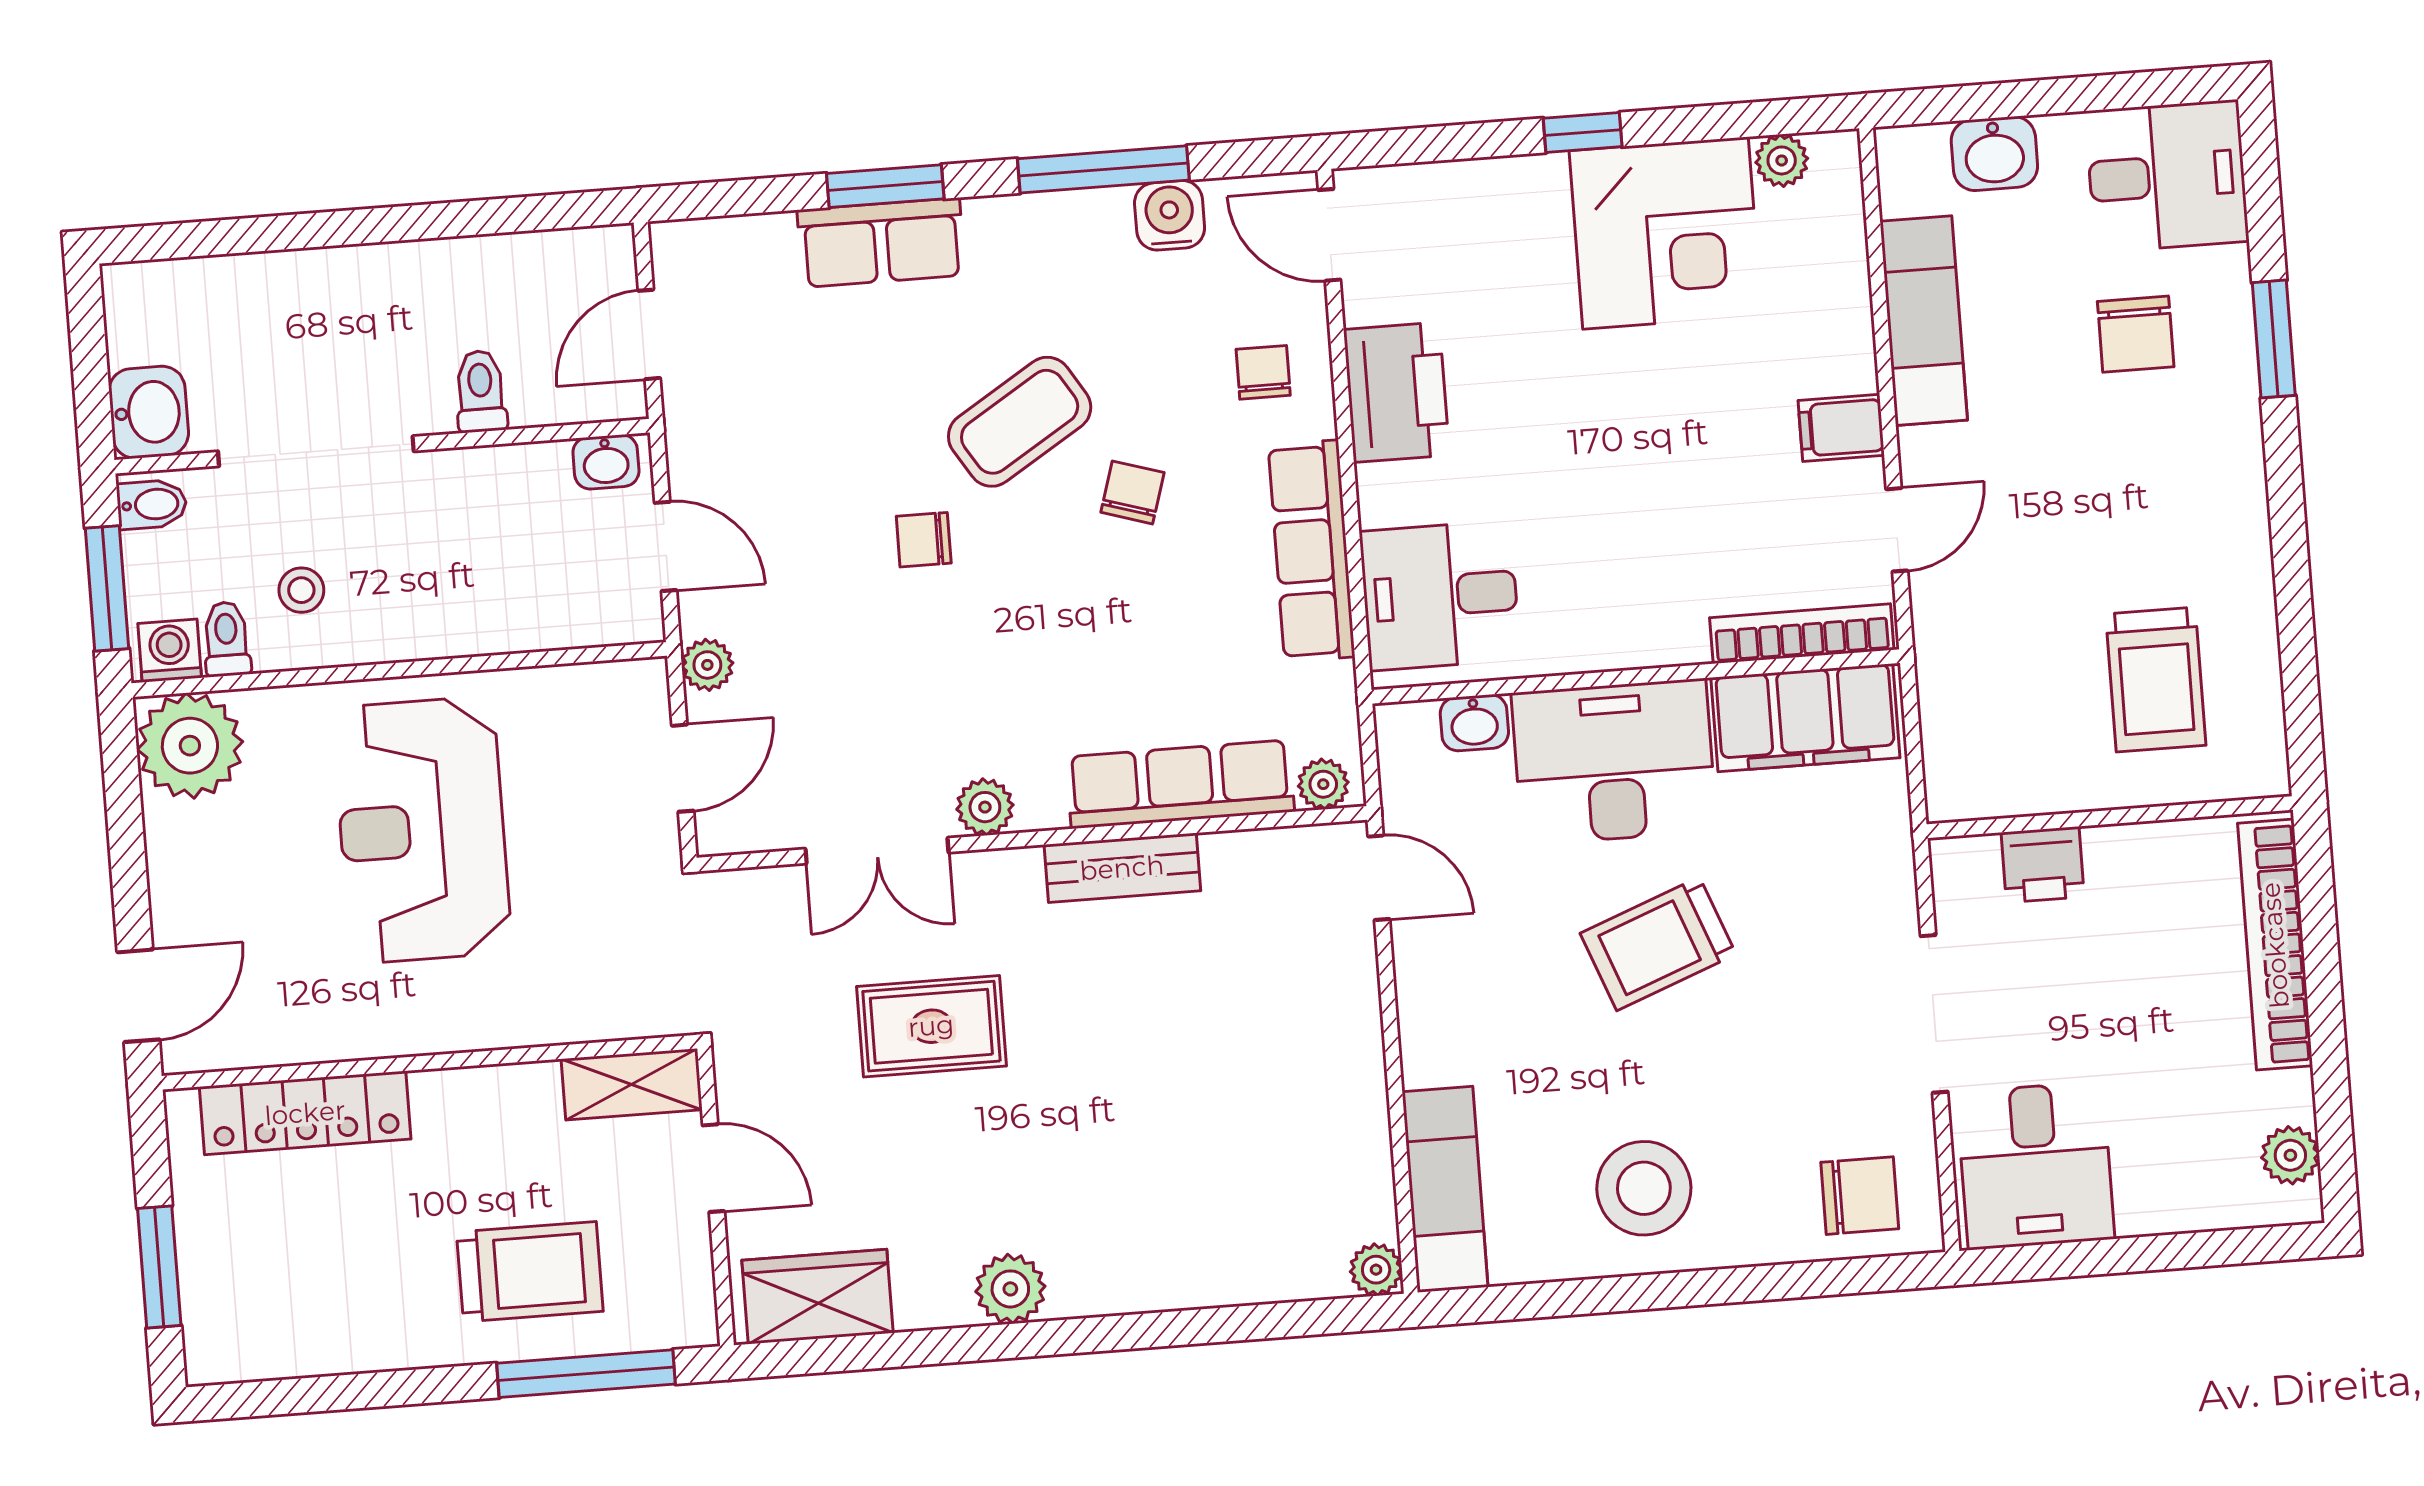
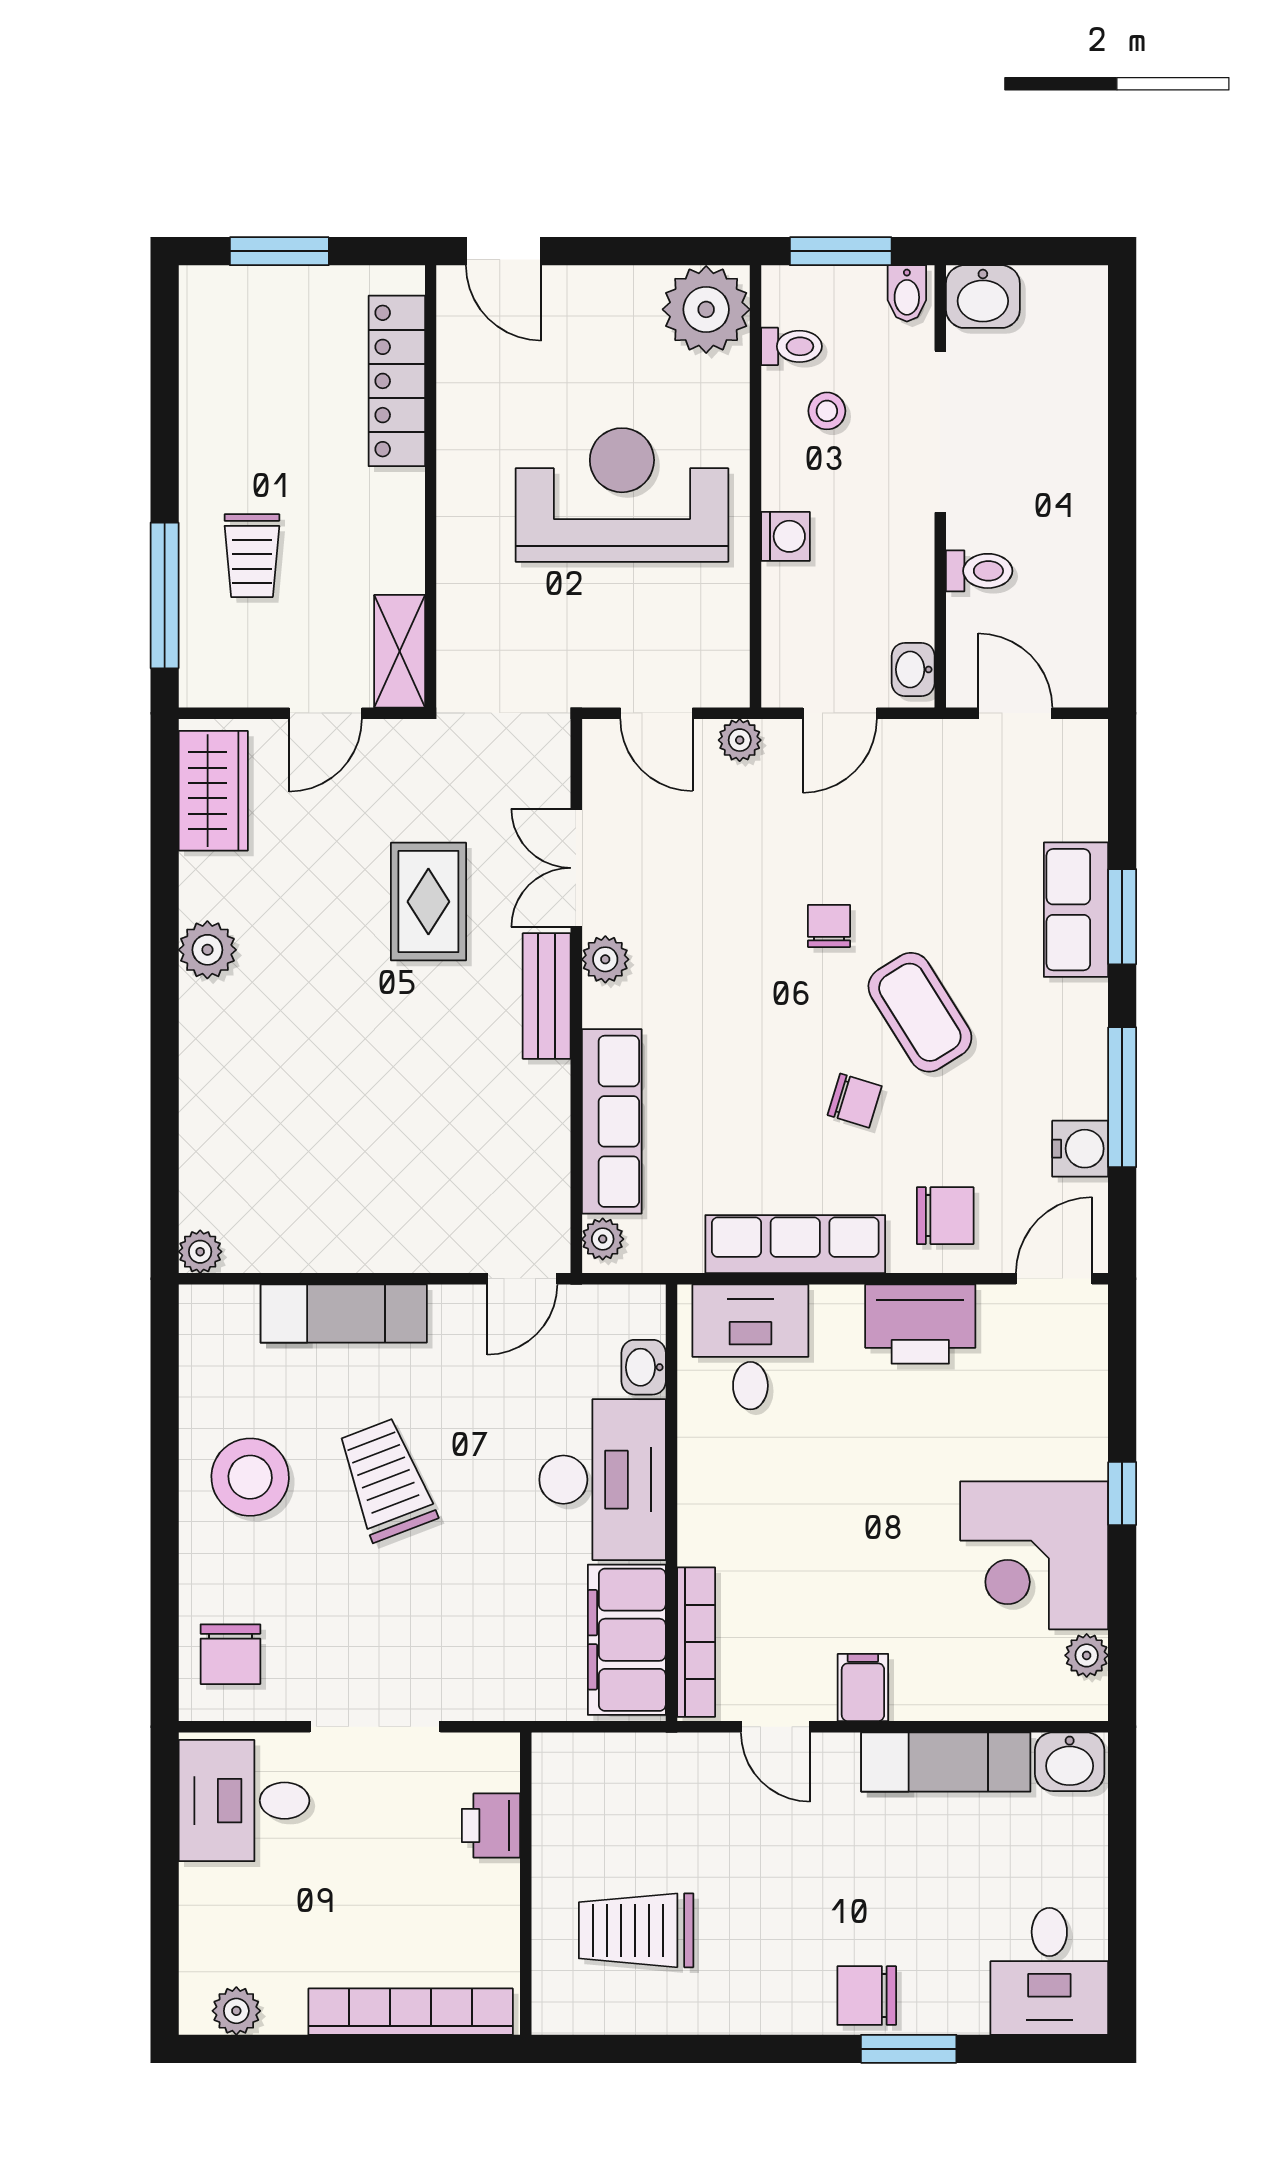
washbasin: (1994, 154) -> (1070, 1762), moved, turned -90
chair: (2136, 334) -> (867, 1996), moved
chair: (1263, 372) -> (945, 1216), width x1.37, depth x1.37
washing machine: (170, 651) -> (785, 536), moved
bench: (1122, 868) -> (547, 996), moved
trolley: (1658, 944) -> (386, 1480), moved
exam couch: (1445, 1189) -> (344, 1314), moved
trolley: (530, 1272) -> (252, 556), width x0.73, depth x0.72

